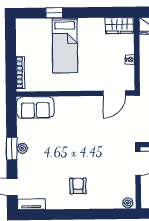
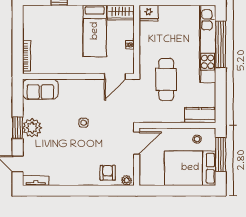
bed: (65, 45) -> (95, 31), moved
side table: (82, 142) -> (84, 123), added
plant: (22, 148) -> (32, 128), width x1.88, depth x1.88
armchair: (78, 186) -> (108, 173), moved

